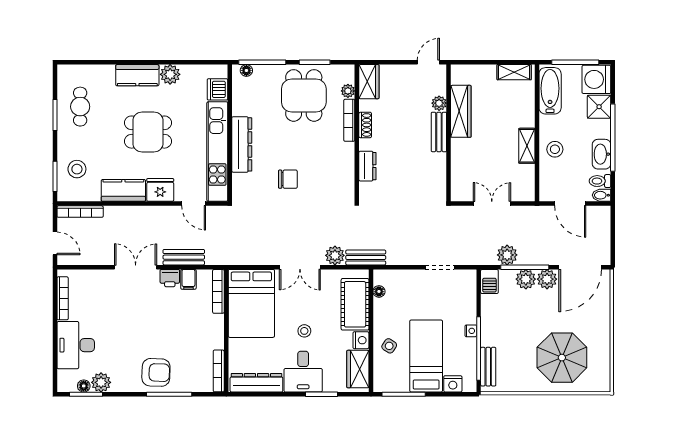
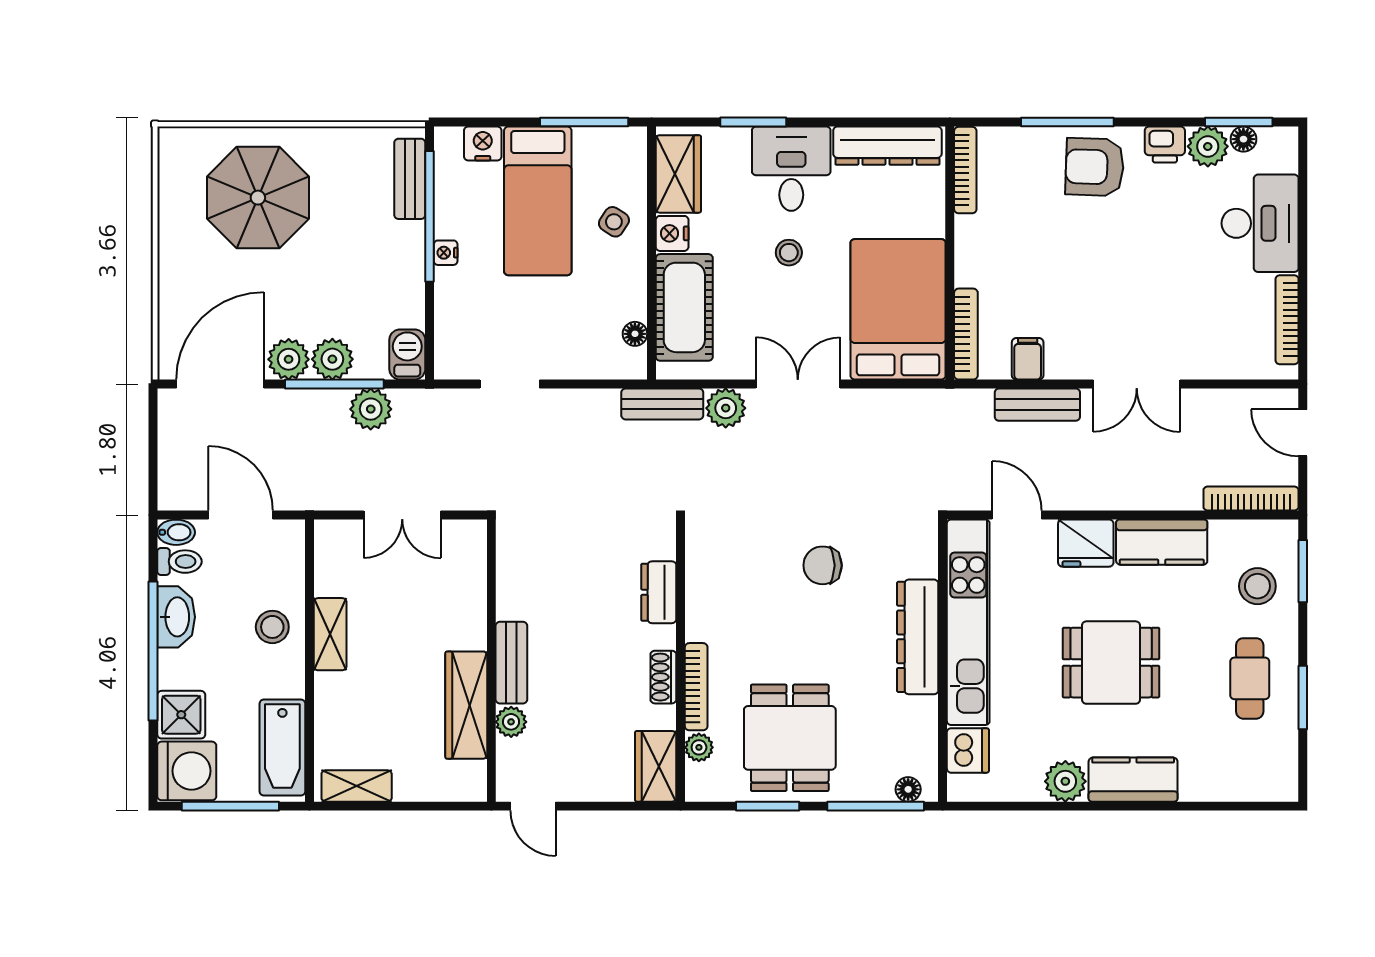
door: (428, 62) -> (533, 806), hinge flipped
cafe table: (80, 107) -> (1250, 678), moved
printer: (170, 278) -> (1165, 145), moved, turned 180

